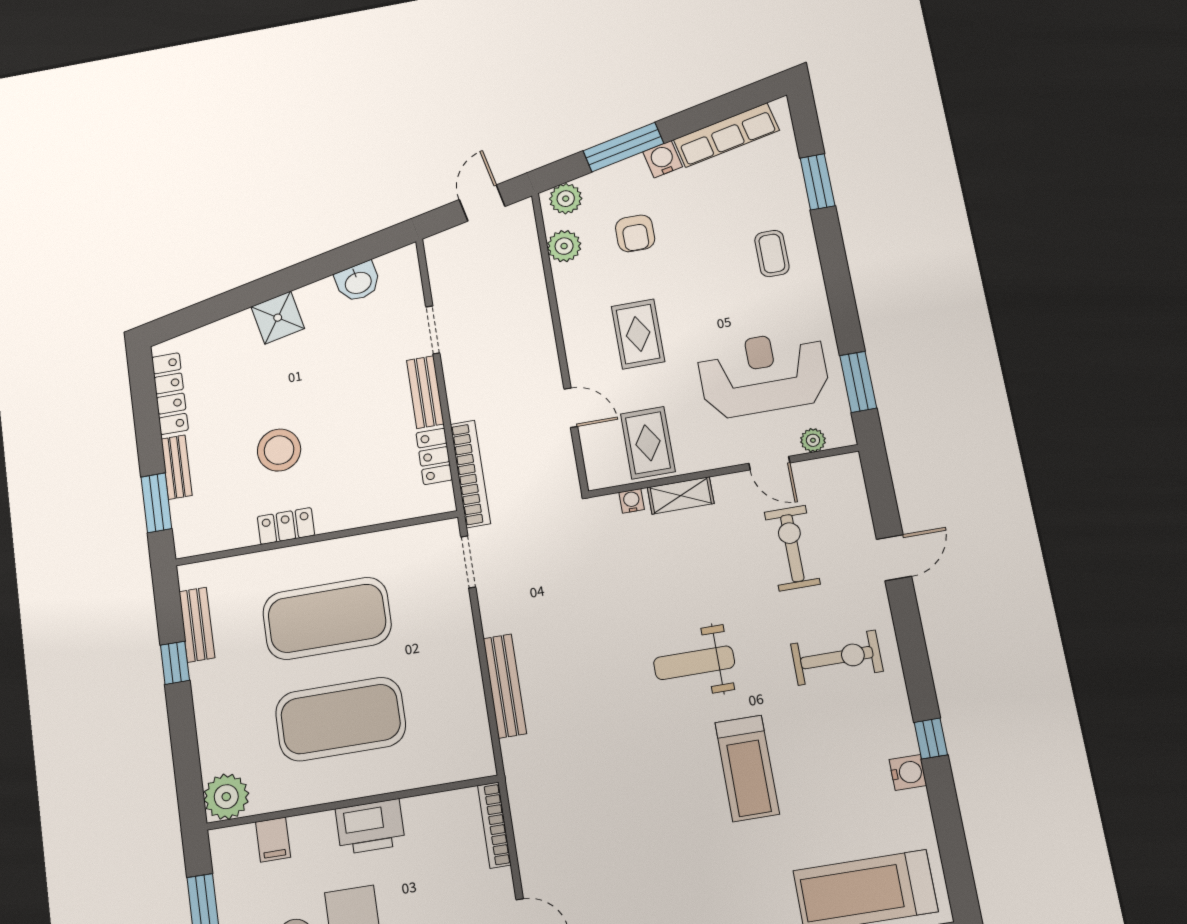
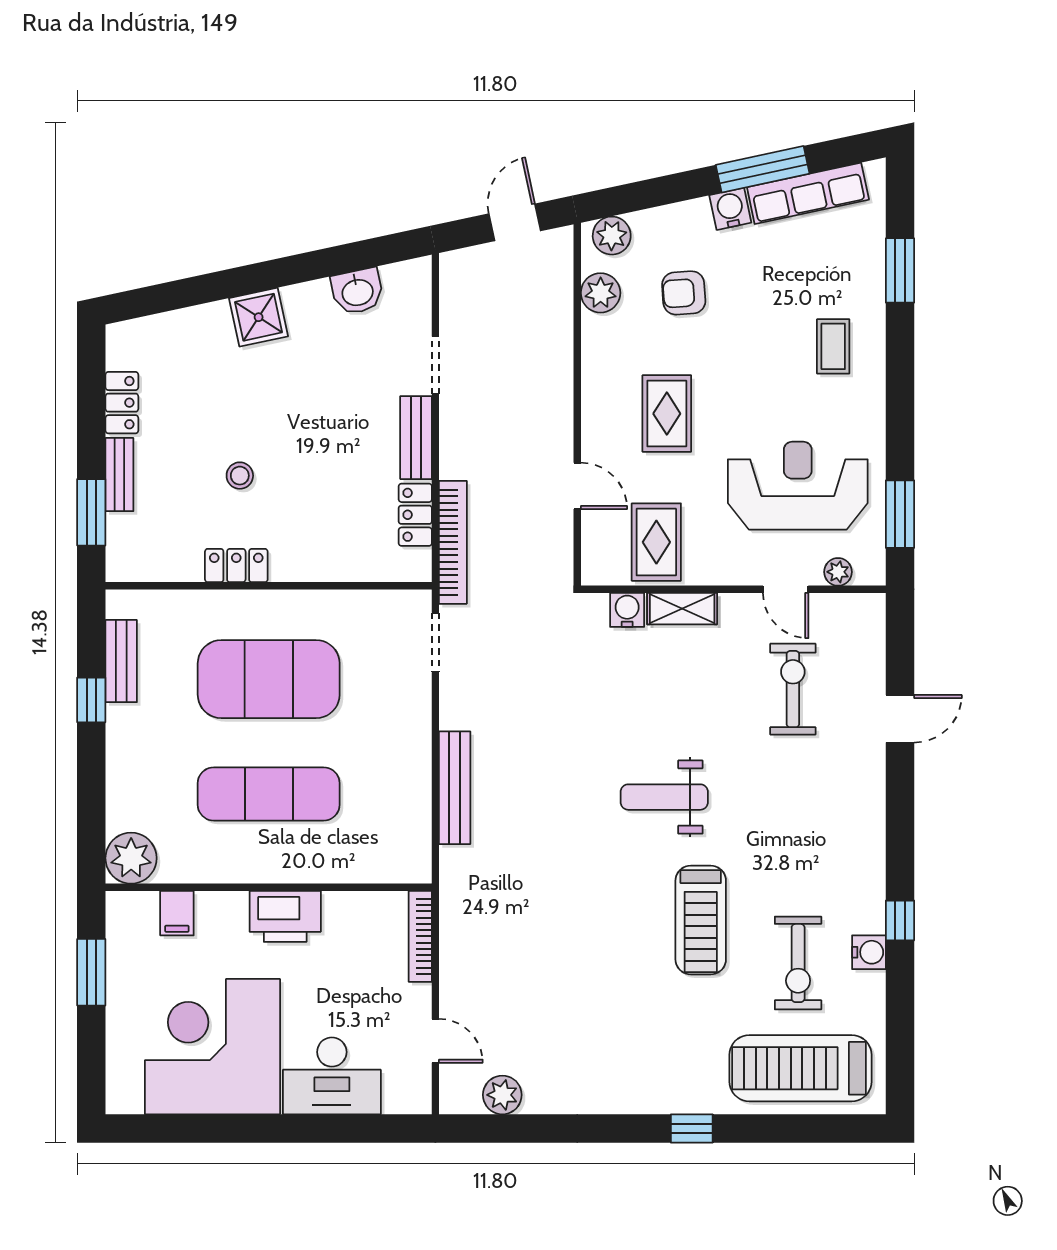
window: (623, 147) -> (763, 169), moved
armchair: (635, 233) -> (684, 293), turned 86
locker: (170, 394) -> (122, 403), width x0.66
stool: (279, 450) -> (240, 476), width x0.53, depth x0.53
water cooler: (632, 501) -> (627, 610), width x1.38, depth x1.38
exercise bike: (837, 658) -> (798, 963), moved, turned 90
exercise mat: (341, 719) -> (269, 794), width x0.68

